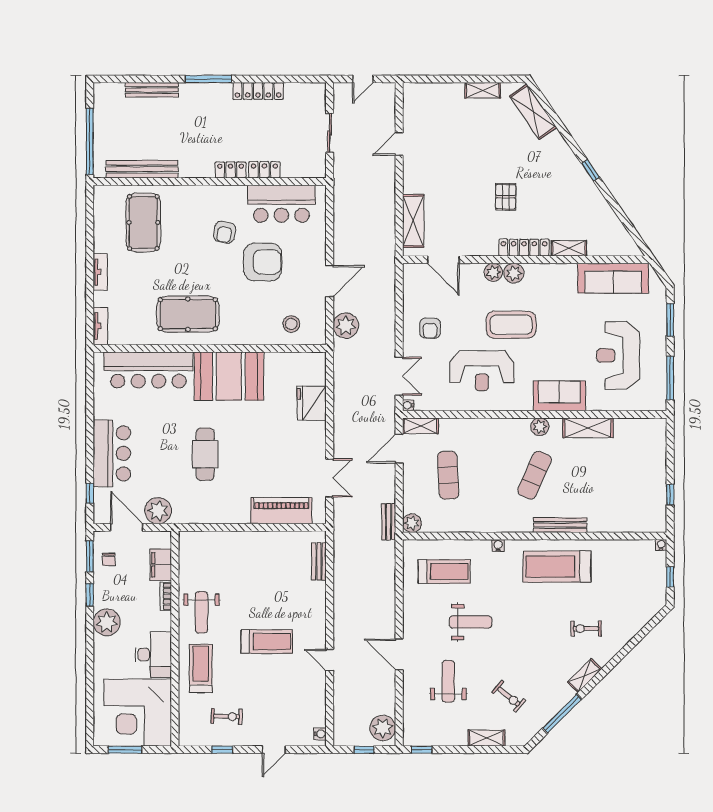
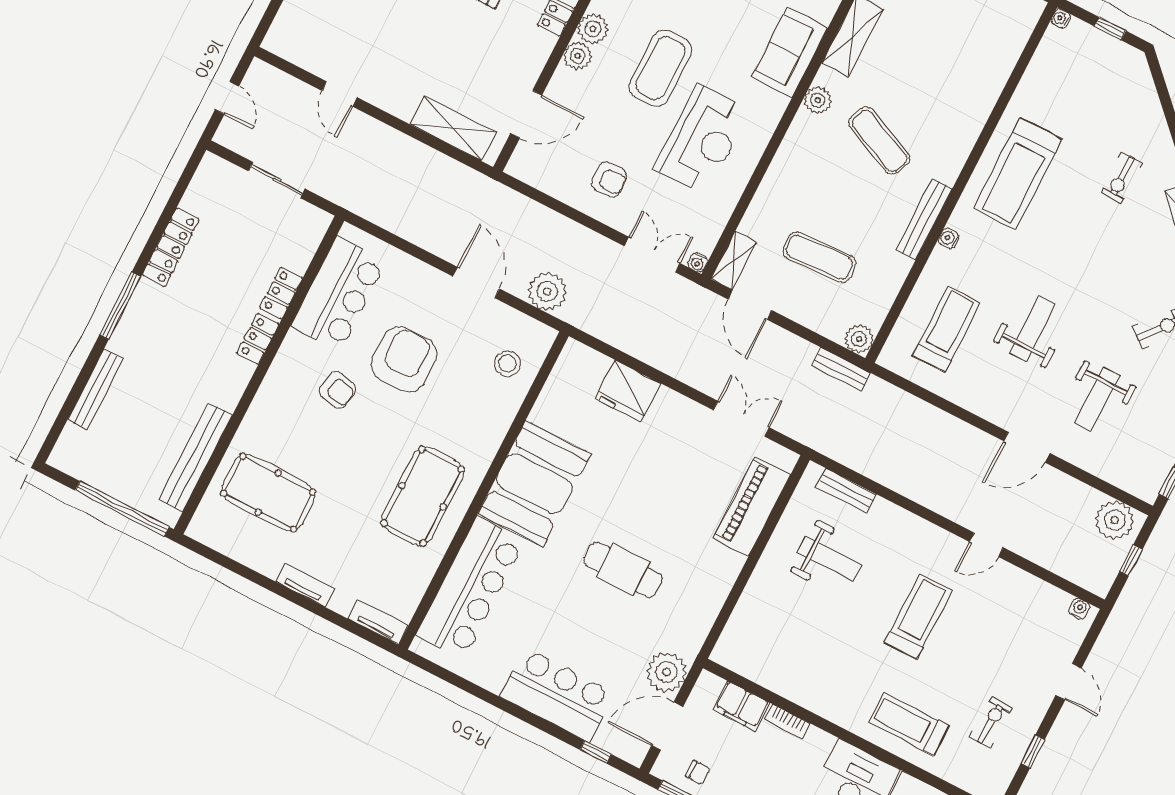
bench: (560, 525) -> (924, 219), moved
weight bench: (202, 612) -> (829, 559), moved
weight bench: (448, 681) -> (1097, 399), turned -90

